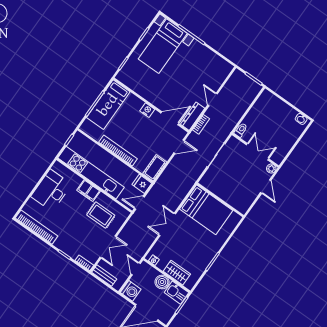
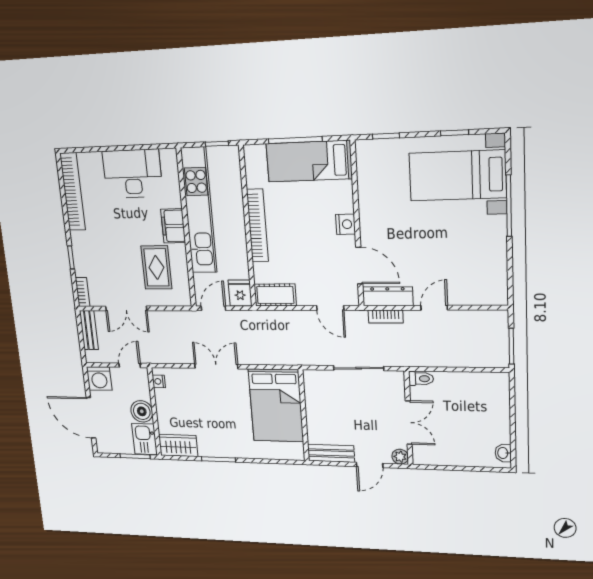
bench: (248, 201) -> (331, 453), added
door: (139, 203) -> (213, 308), hinge flipped
wardrobe: (177, 273) -> (178, 445), moved, turned -90

